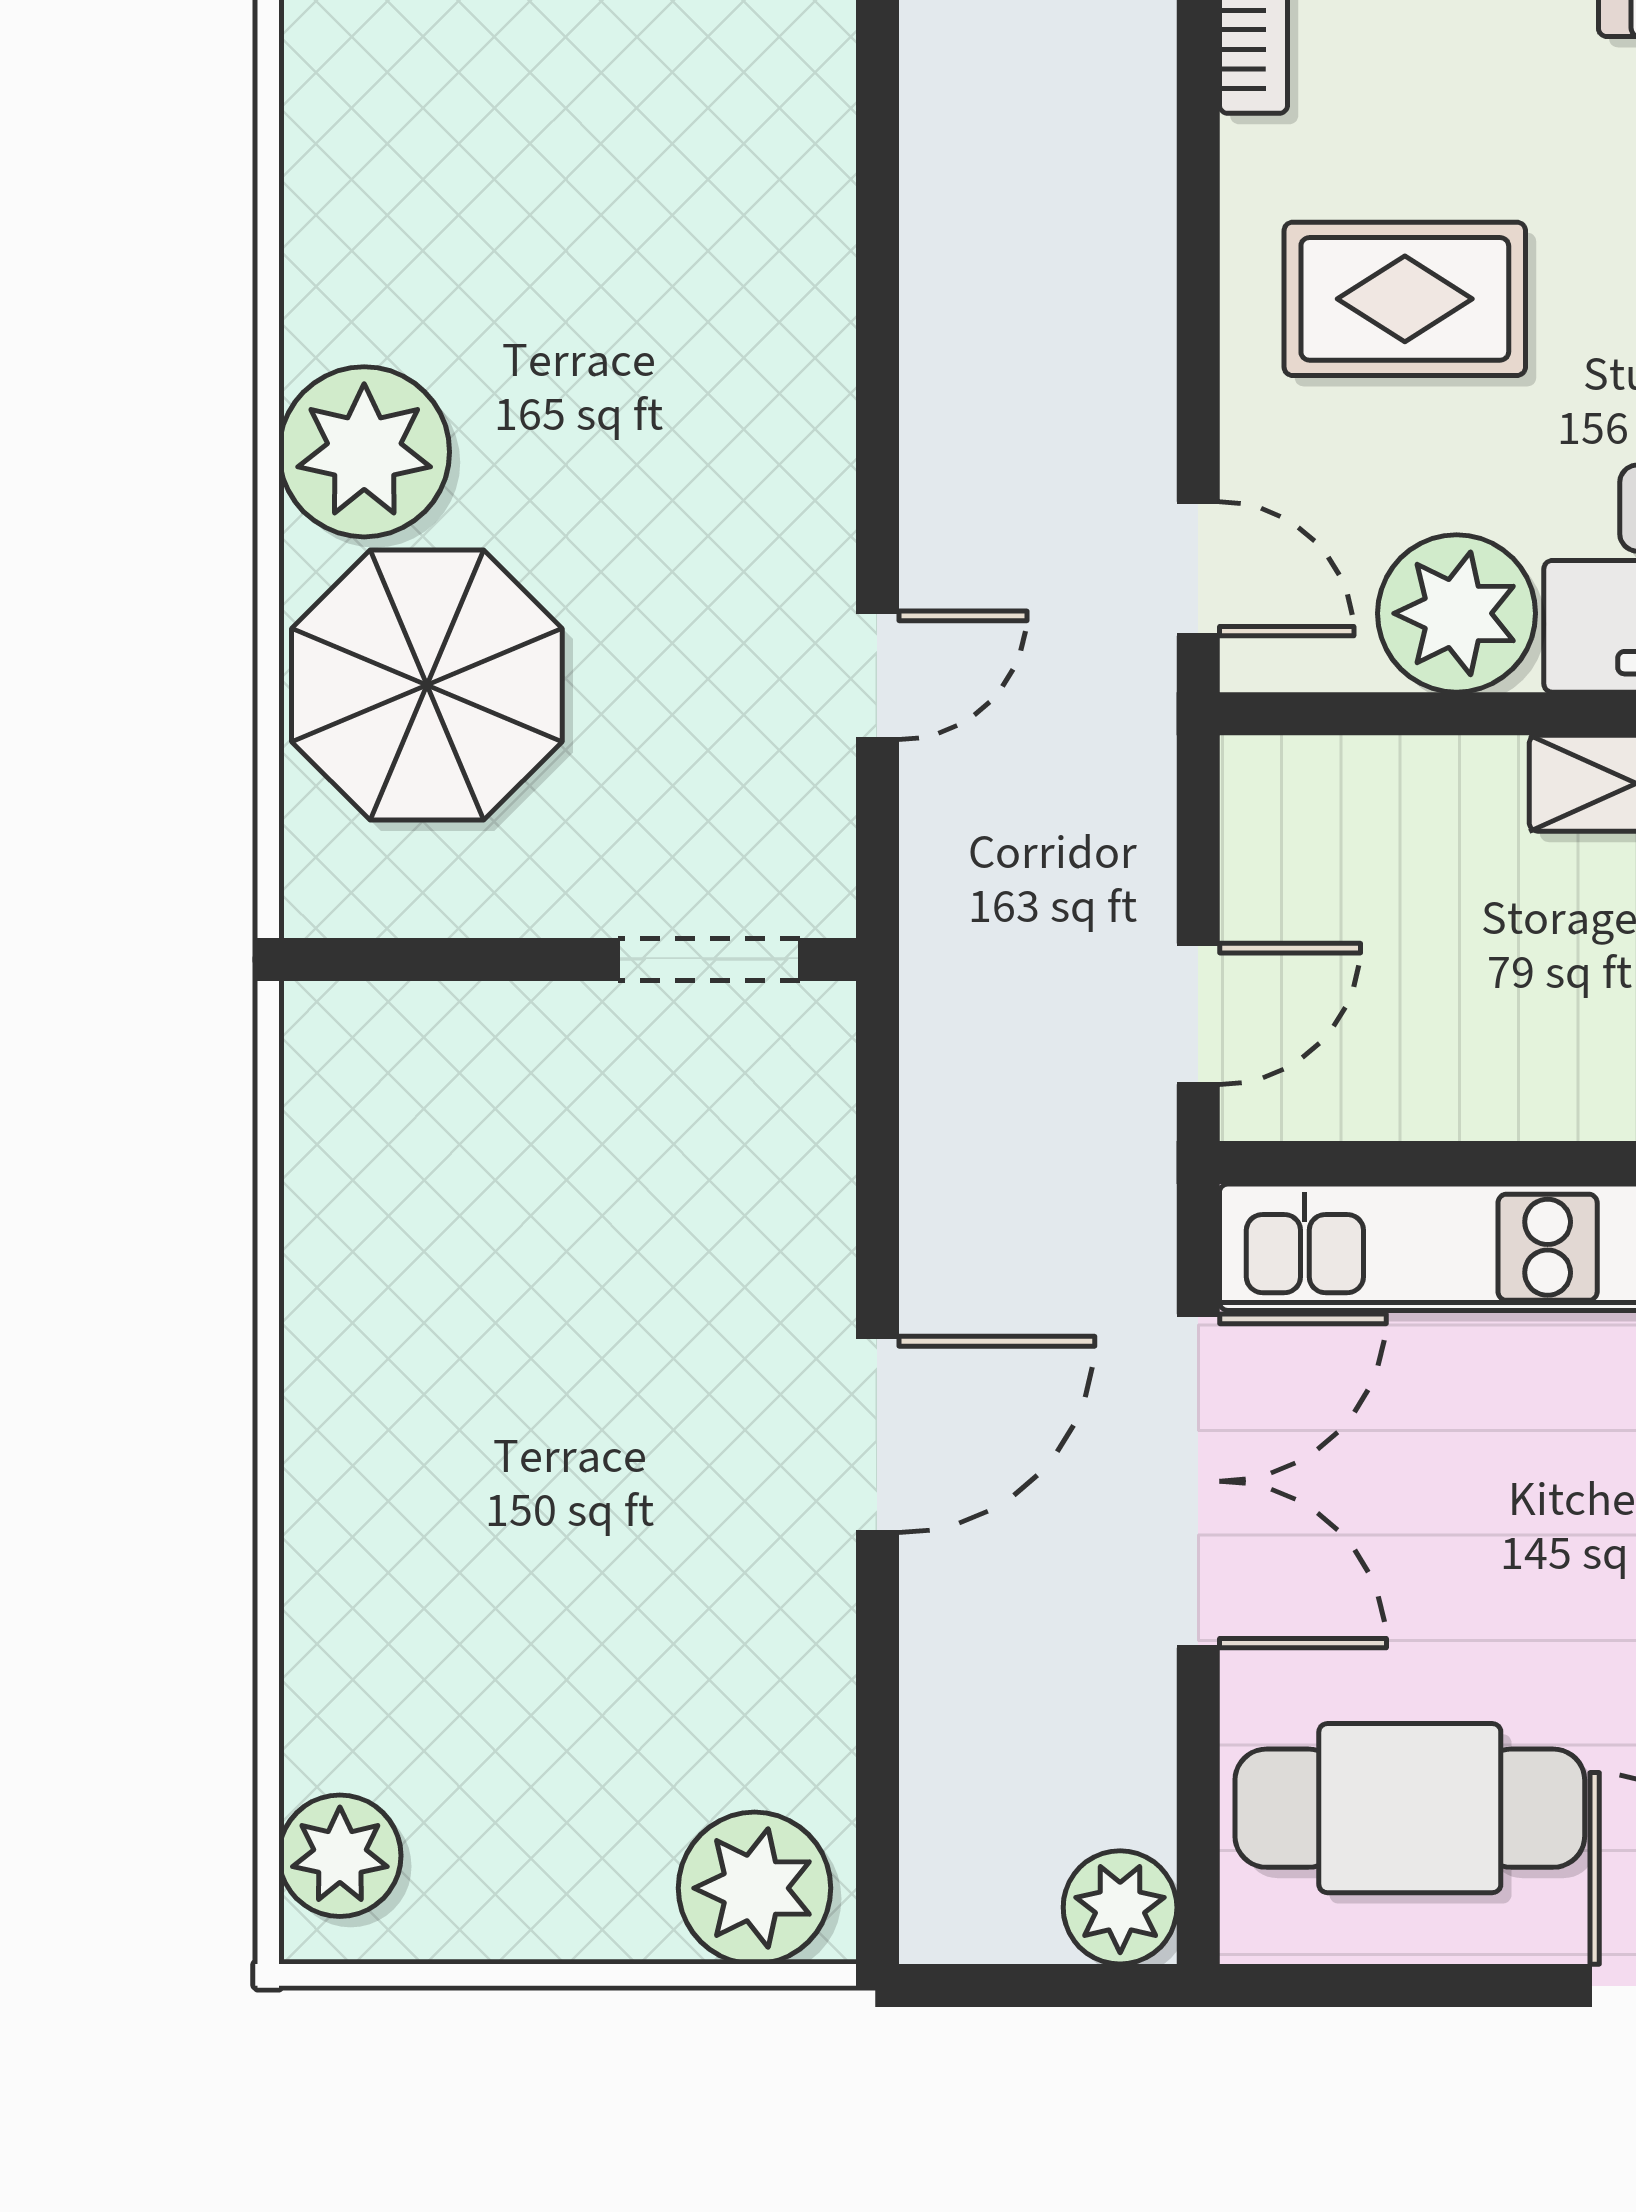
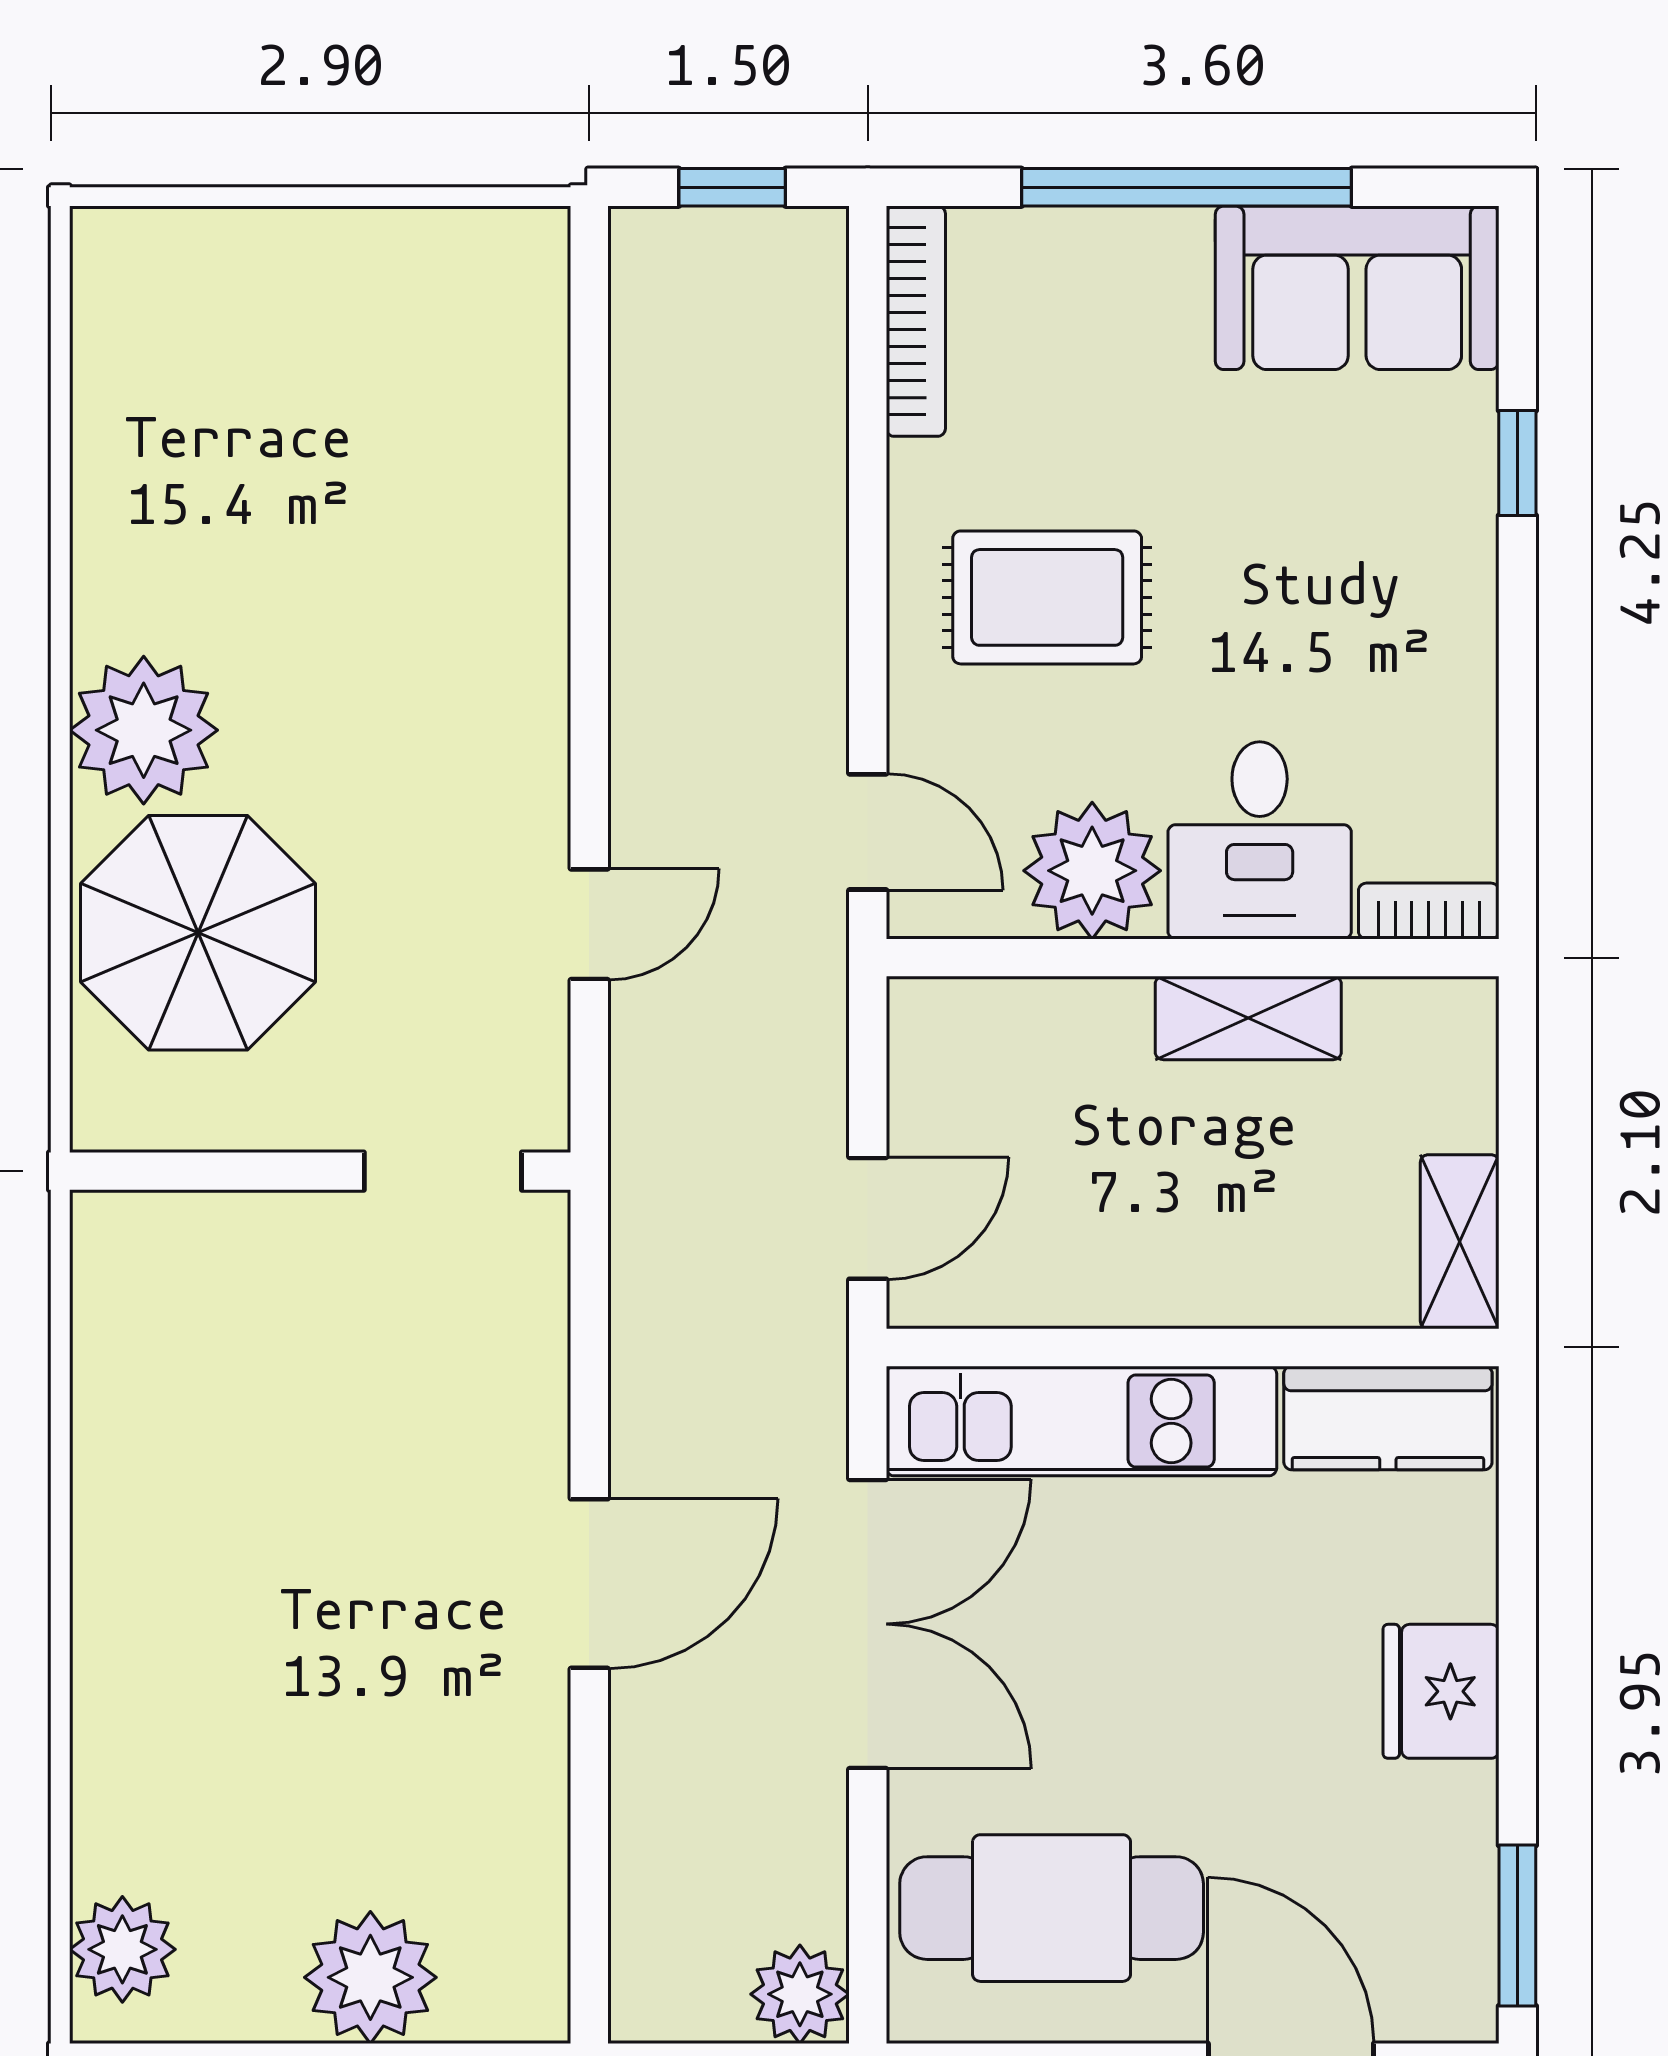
plant: (755, 1888) -> (370, 1977), moved

